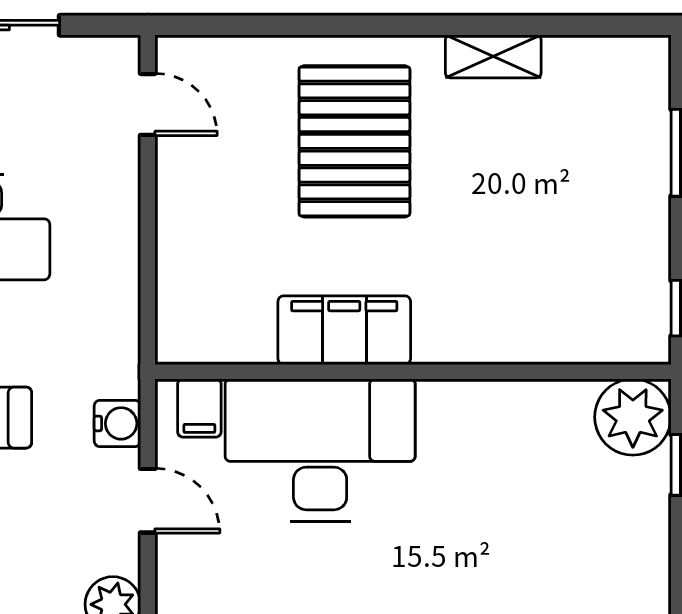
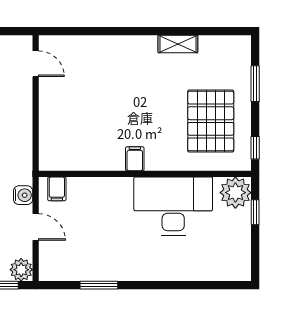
pallet: (354, 141) -> (211, 121), moved
filing cabinet: (344, 330) -> (135, 159), width x0.33, depth x0.86
desk: (320, 450) -> (173, 206), moved

